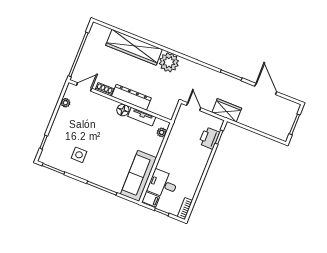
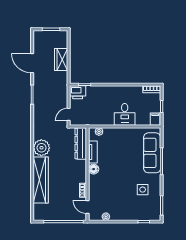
door: (266, 89) -> (32, 63), hinge flipped
dresser: (131, 97) -> (81, 143), moved
wardrobe: (227, 110) -> (61, 59), moved
printer: (209, 138) -> (78, 92), moved
sofa: (139, 176) -> (152, 153), moved, turned 90
desk: (163, 184) -> (125, 114), moved

